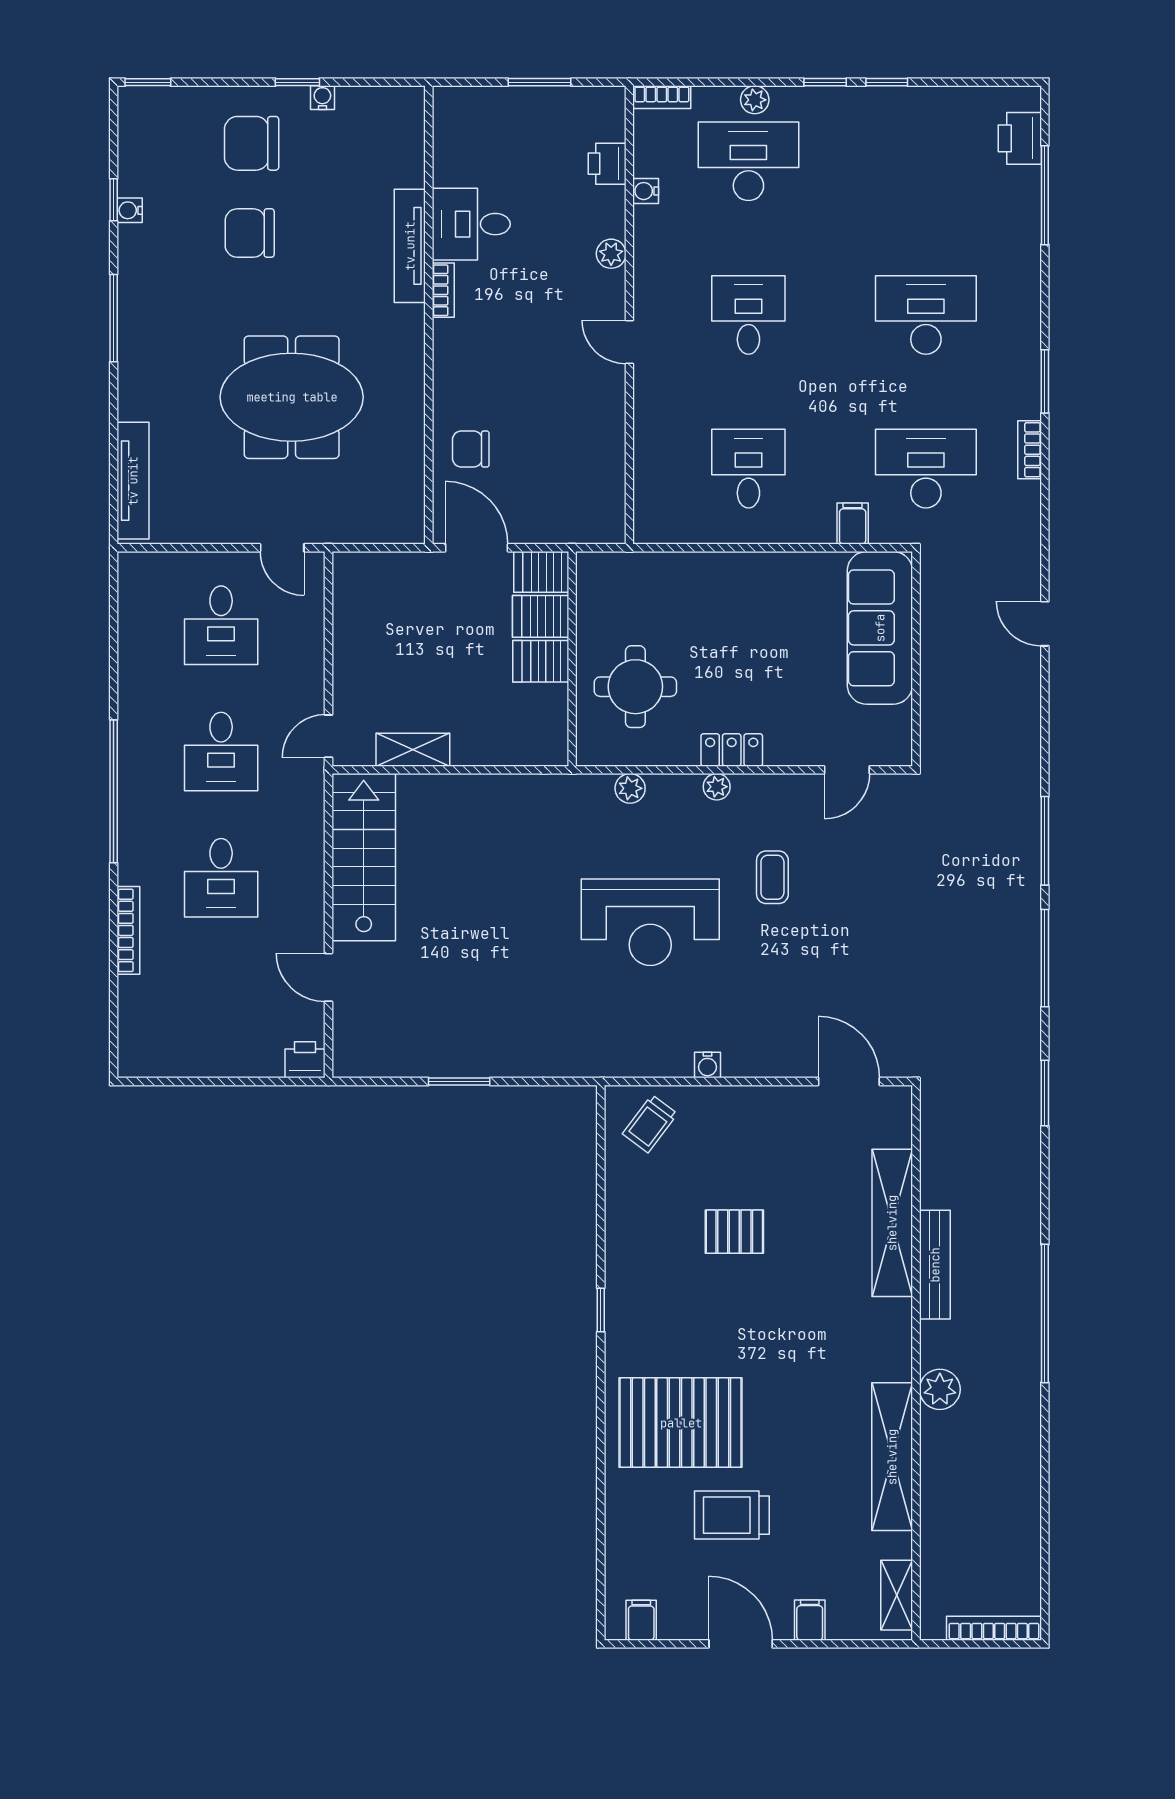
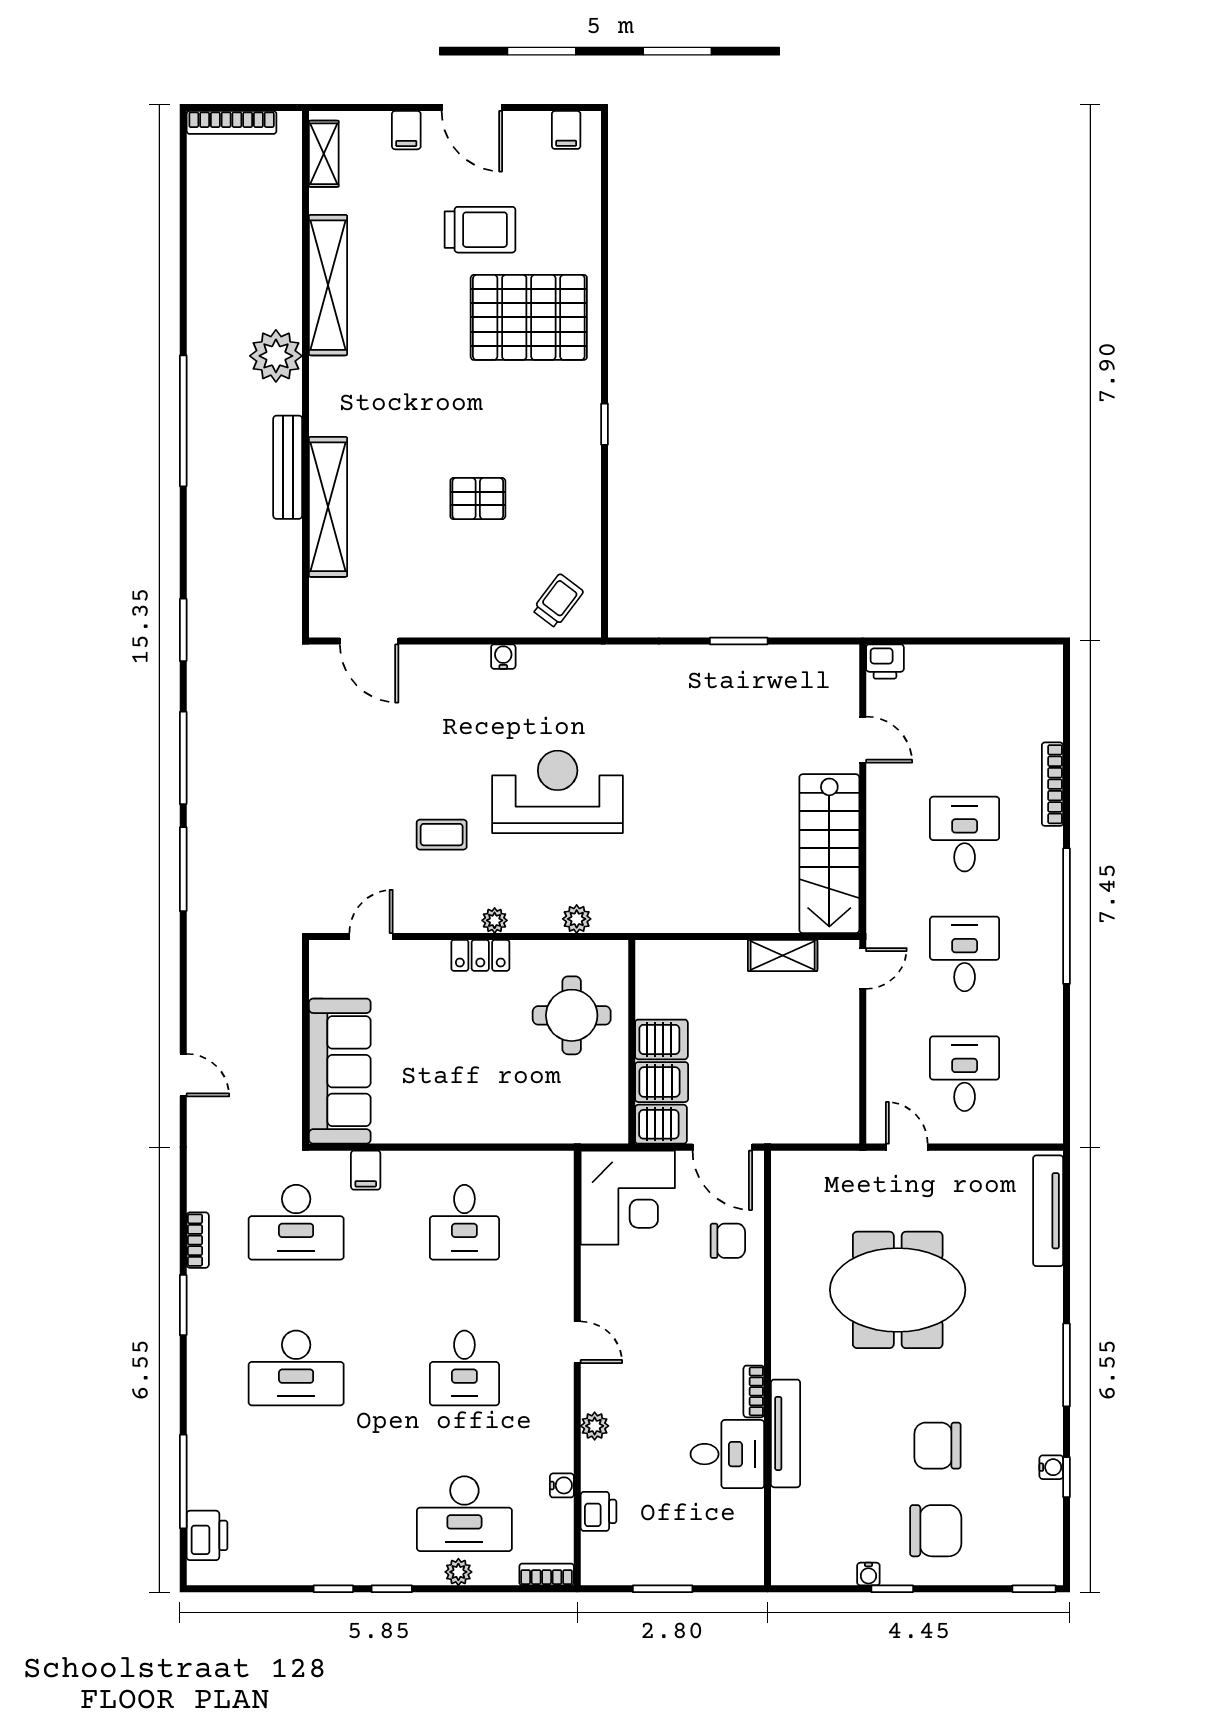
chair: (250, 233) -> (937, 1446), turned 180
corner desk: (576, 494) -> (628, 1198), added
coffee table: (772, 877) -> (442, 835), turned 90
plant: (940, 1389) -> (276, 356), width x1.36, depth x1.36

